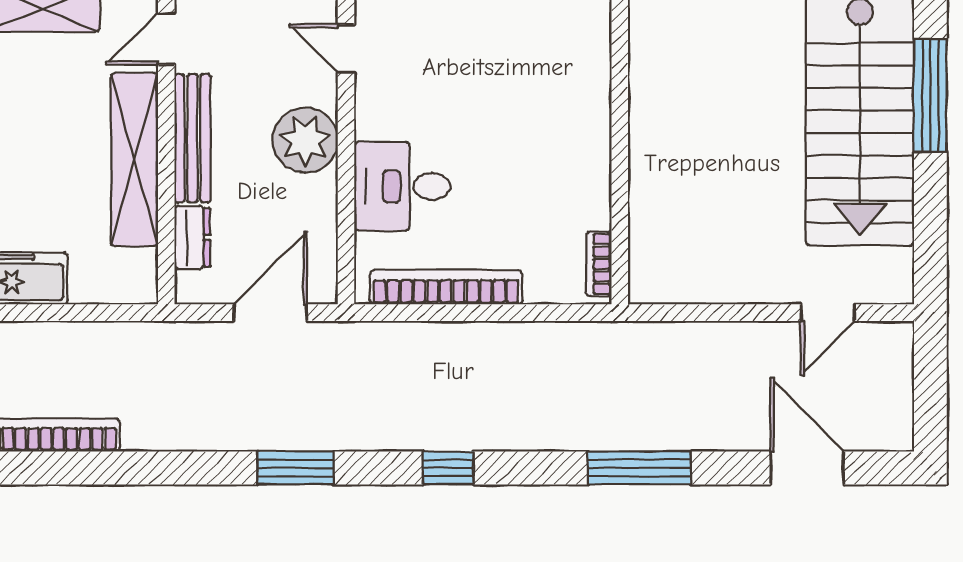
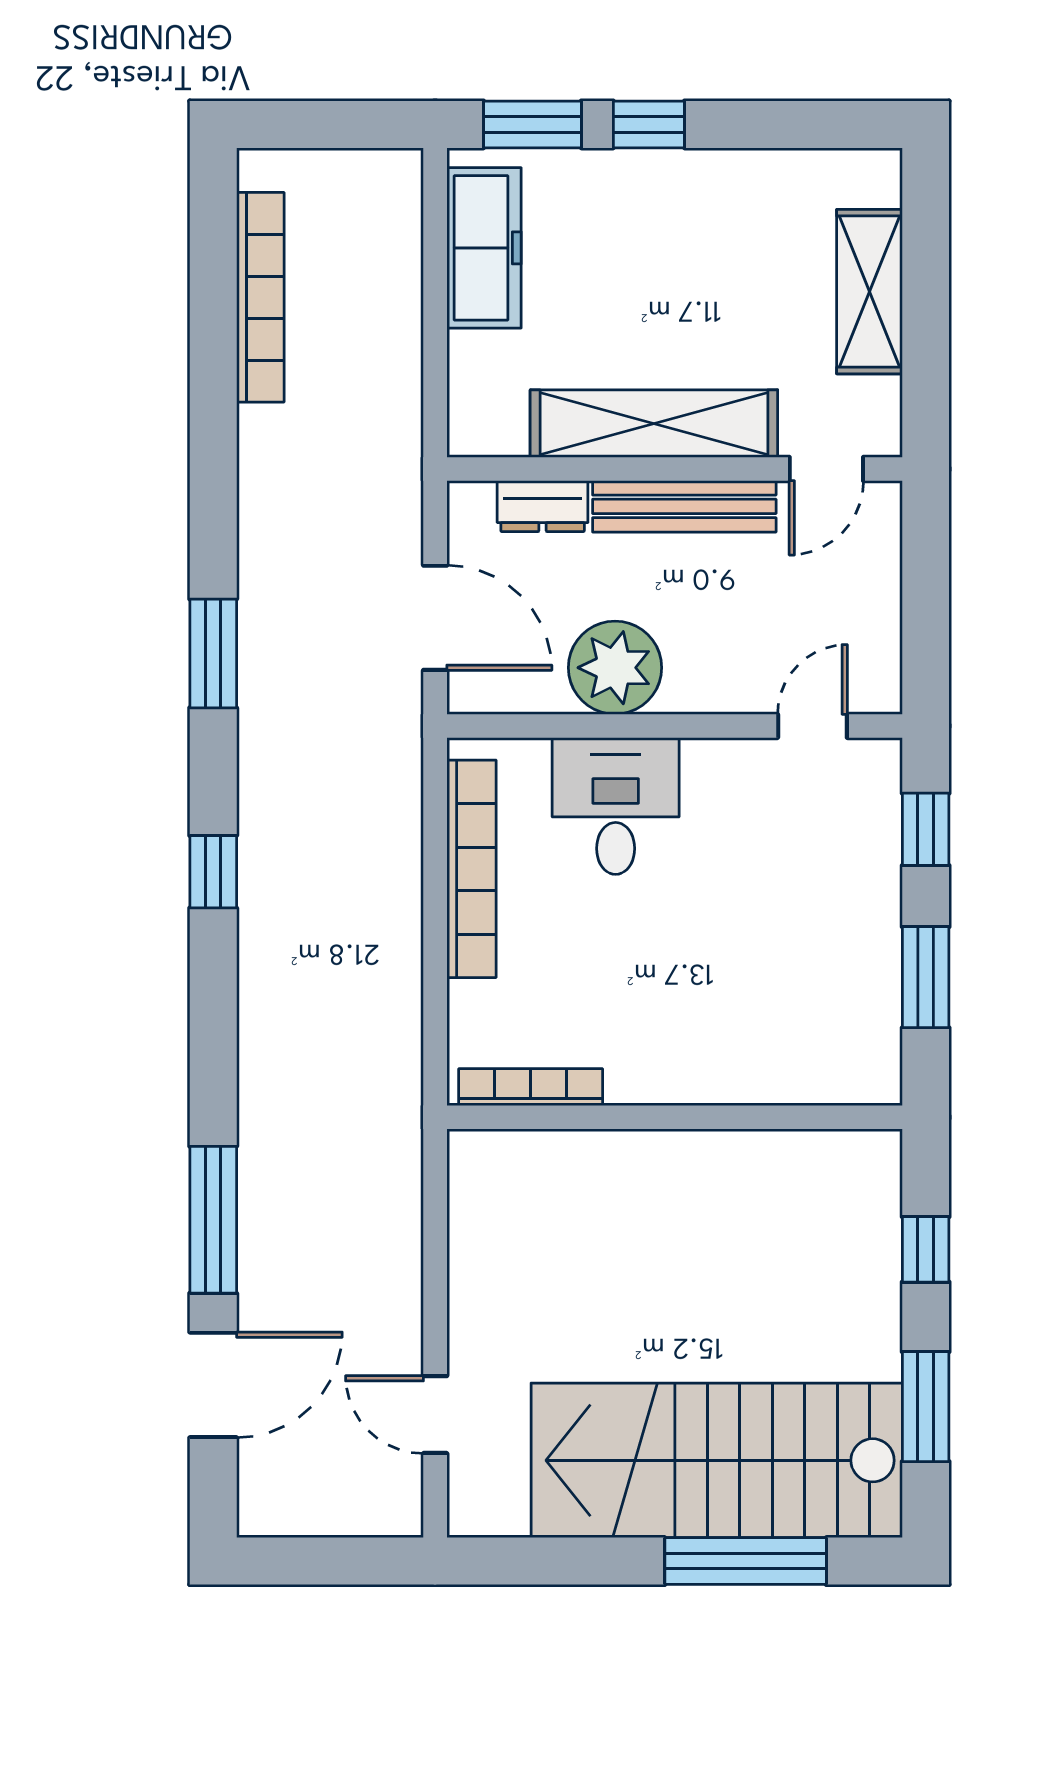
door: (166, 39) -> (826, 469), swing flipped
plant: (305, 140) -> (615, 668), moved
bookcase: (599, 264) -> (531, 1087), width x1.56
window: (639, 468) -> (213, 1220), moved

